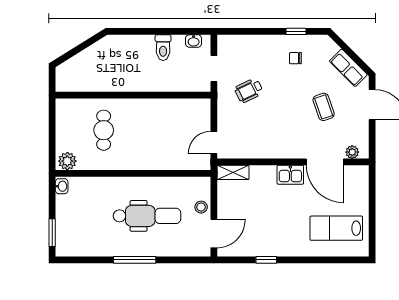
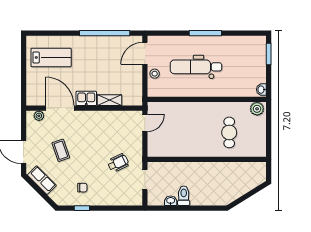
washbasin: (194, 41) -> (171, 201), moved
shelving: (233, 172) -> (110, 100), moved
window: (266, 260) -> (105, 33), width x3.17

